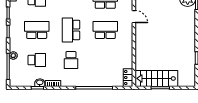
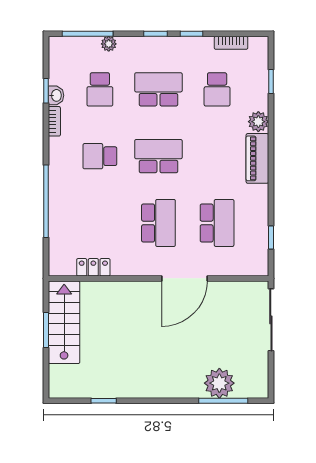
door: (134, 17) -> (184, 278), width x1.88
school desk: (37, 30) -> (158, 89), turned -90
locker: (128, 78) -> (93, 267), moved

